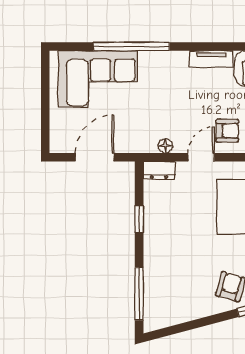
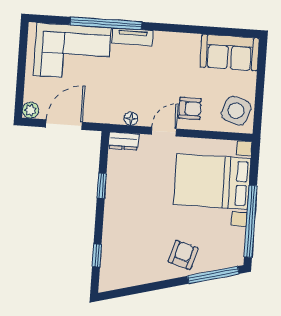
tv unit: (211, 59) -> (132, 37), moved
plant: (58, 144) -> (31, 110), added
window: (139, 294) -> (97, 255), width x0.46

